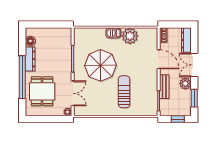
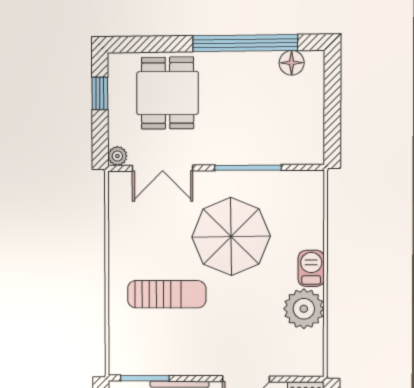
dresser: (30, 59) -> (247, 63), removed
window: (22, 77) -> (245, 43), moved
dining table: (42, 91) -> (168, 93), turned 90
window: (42, 119) -> (100, 93), added

